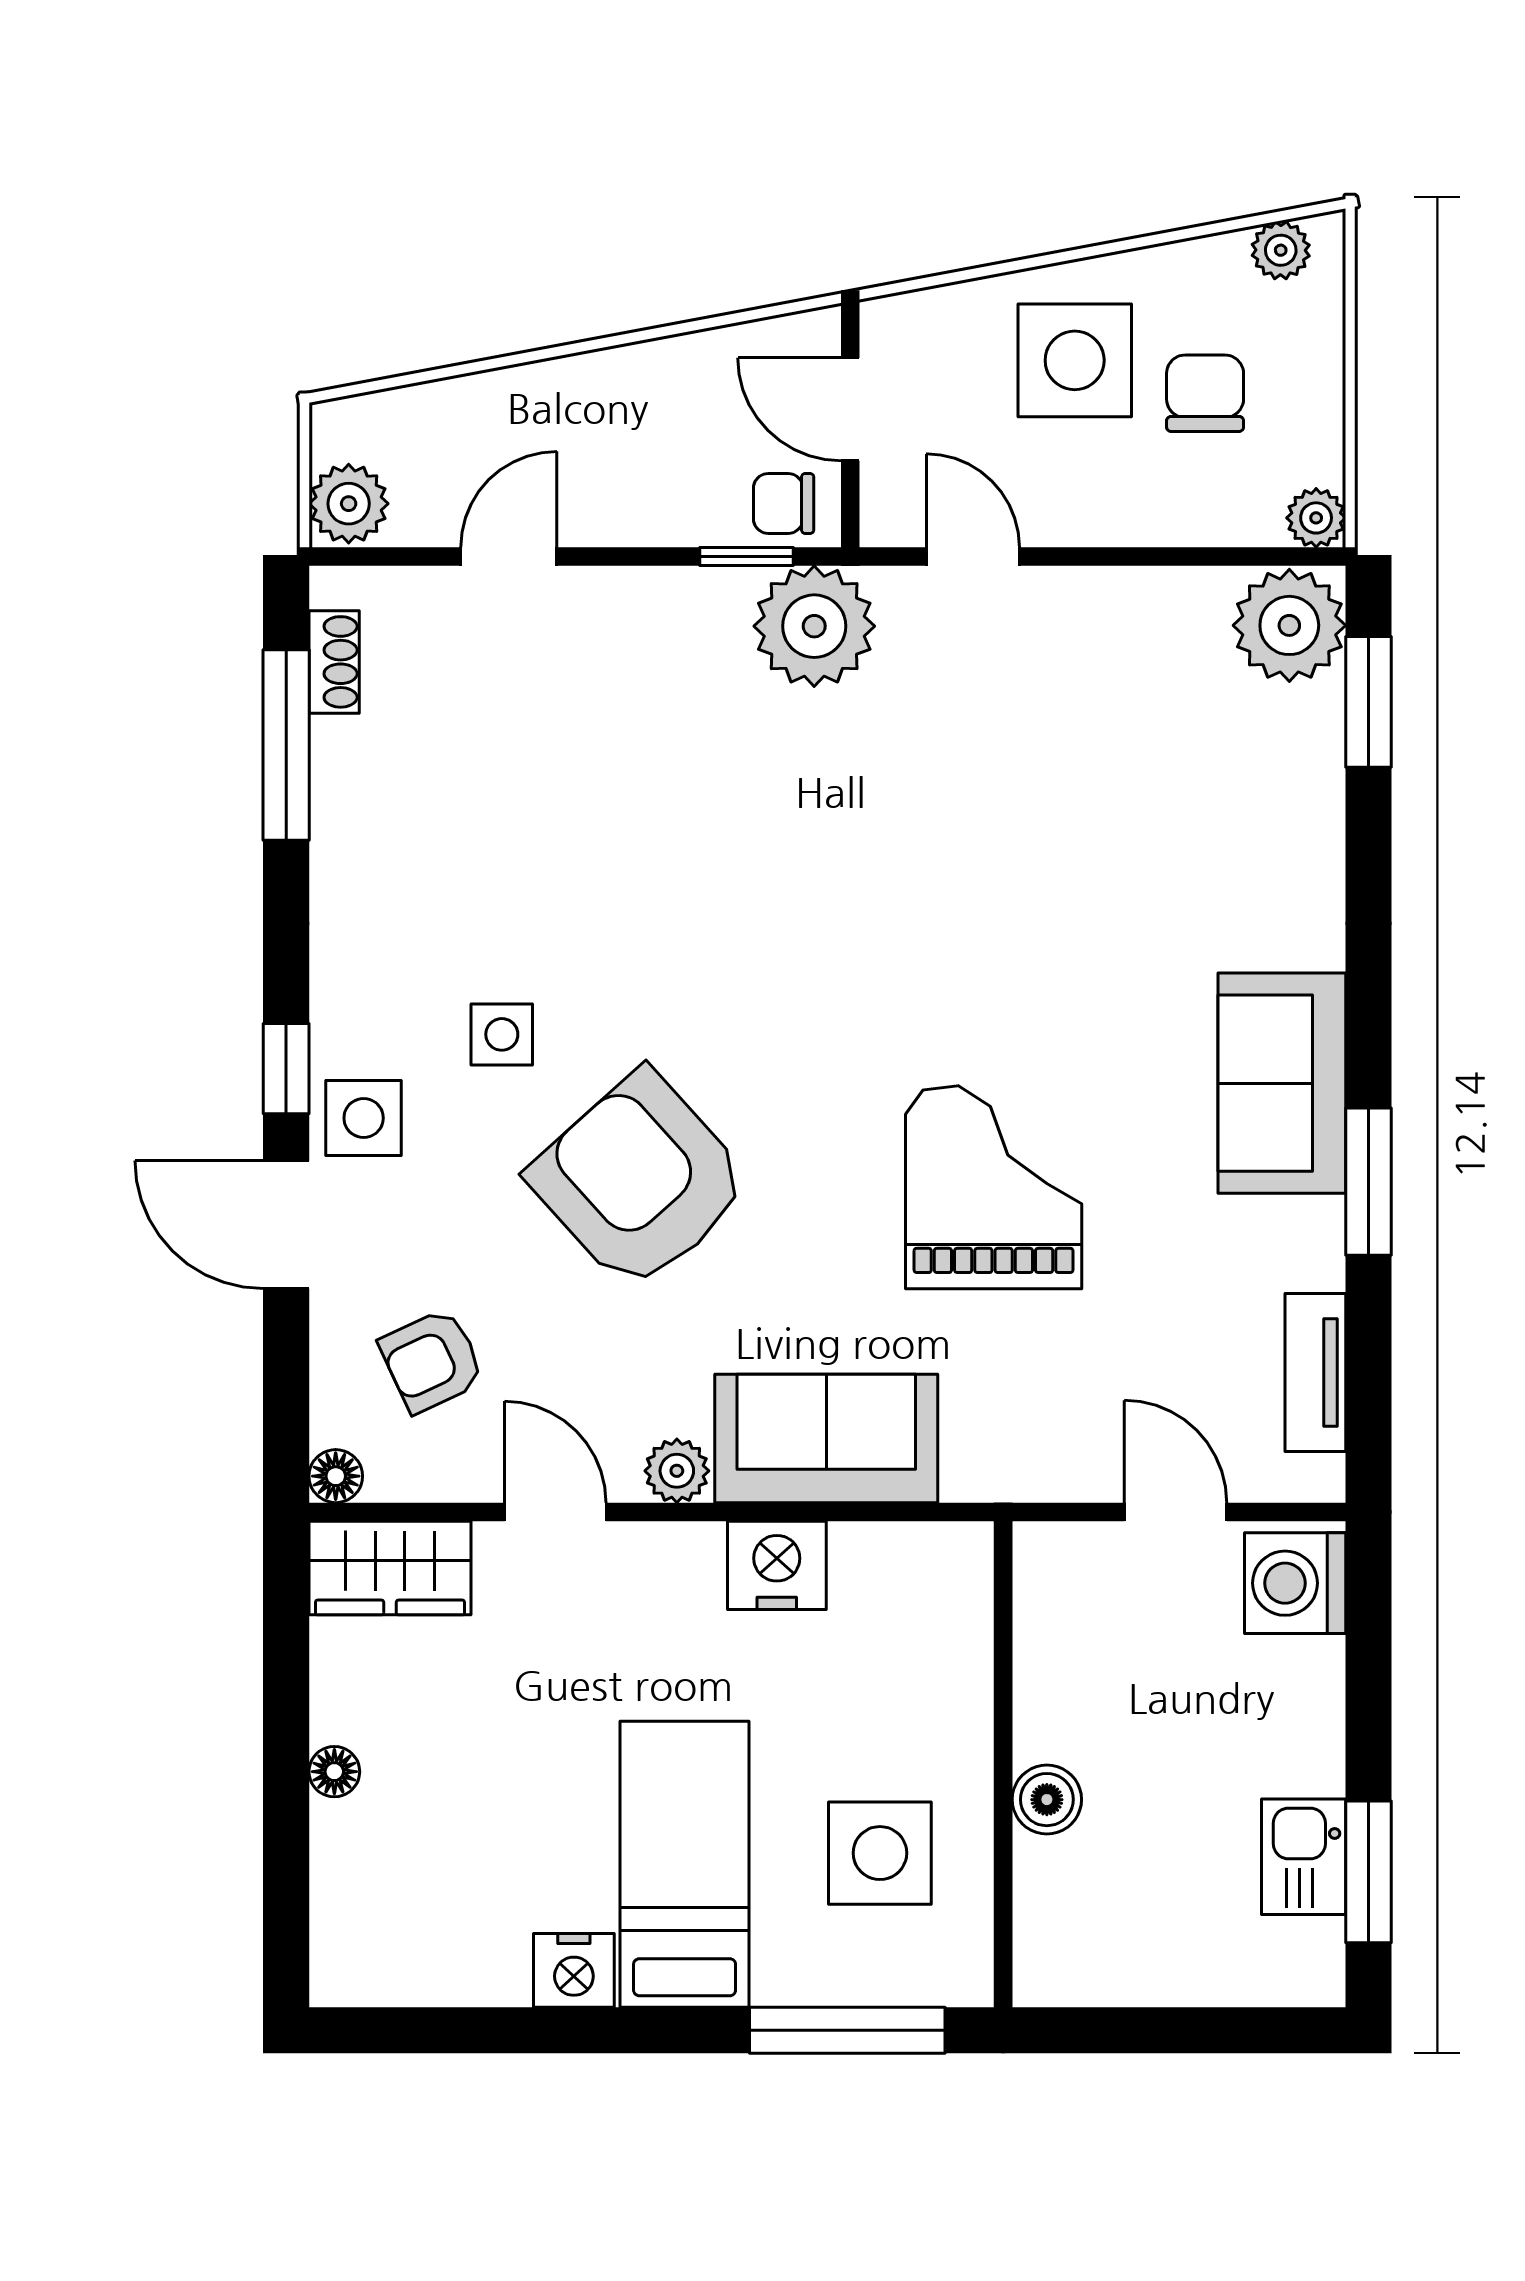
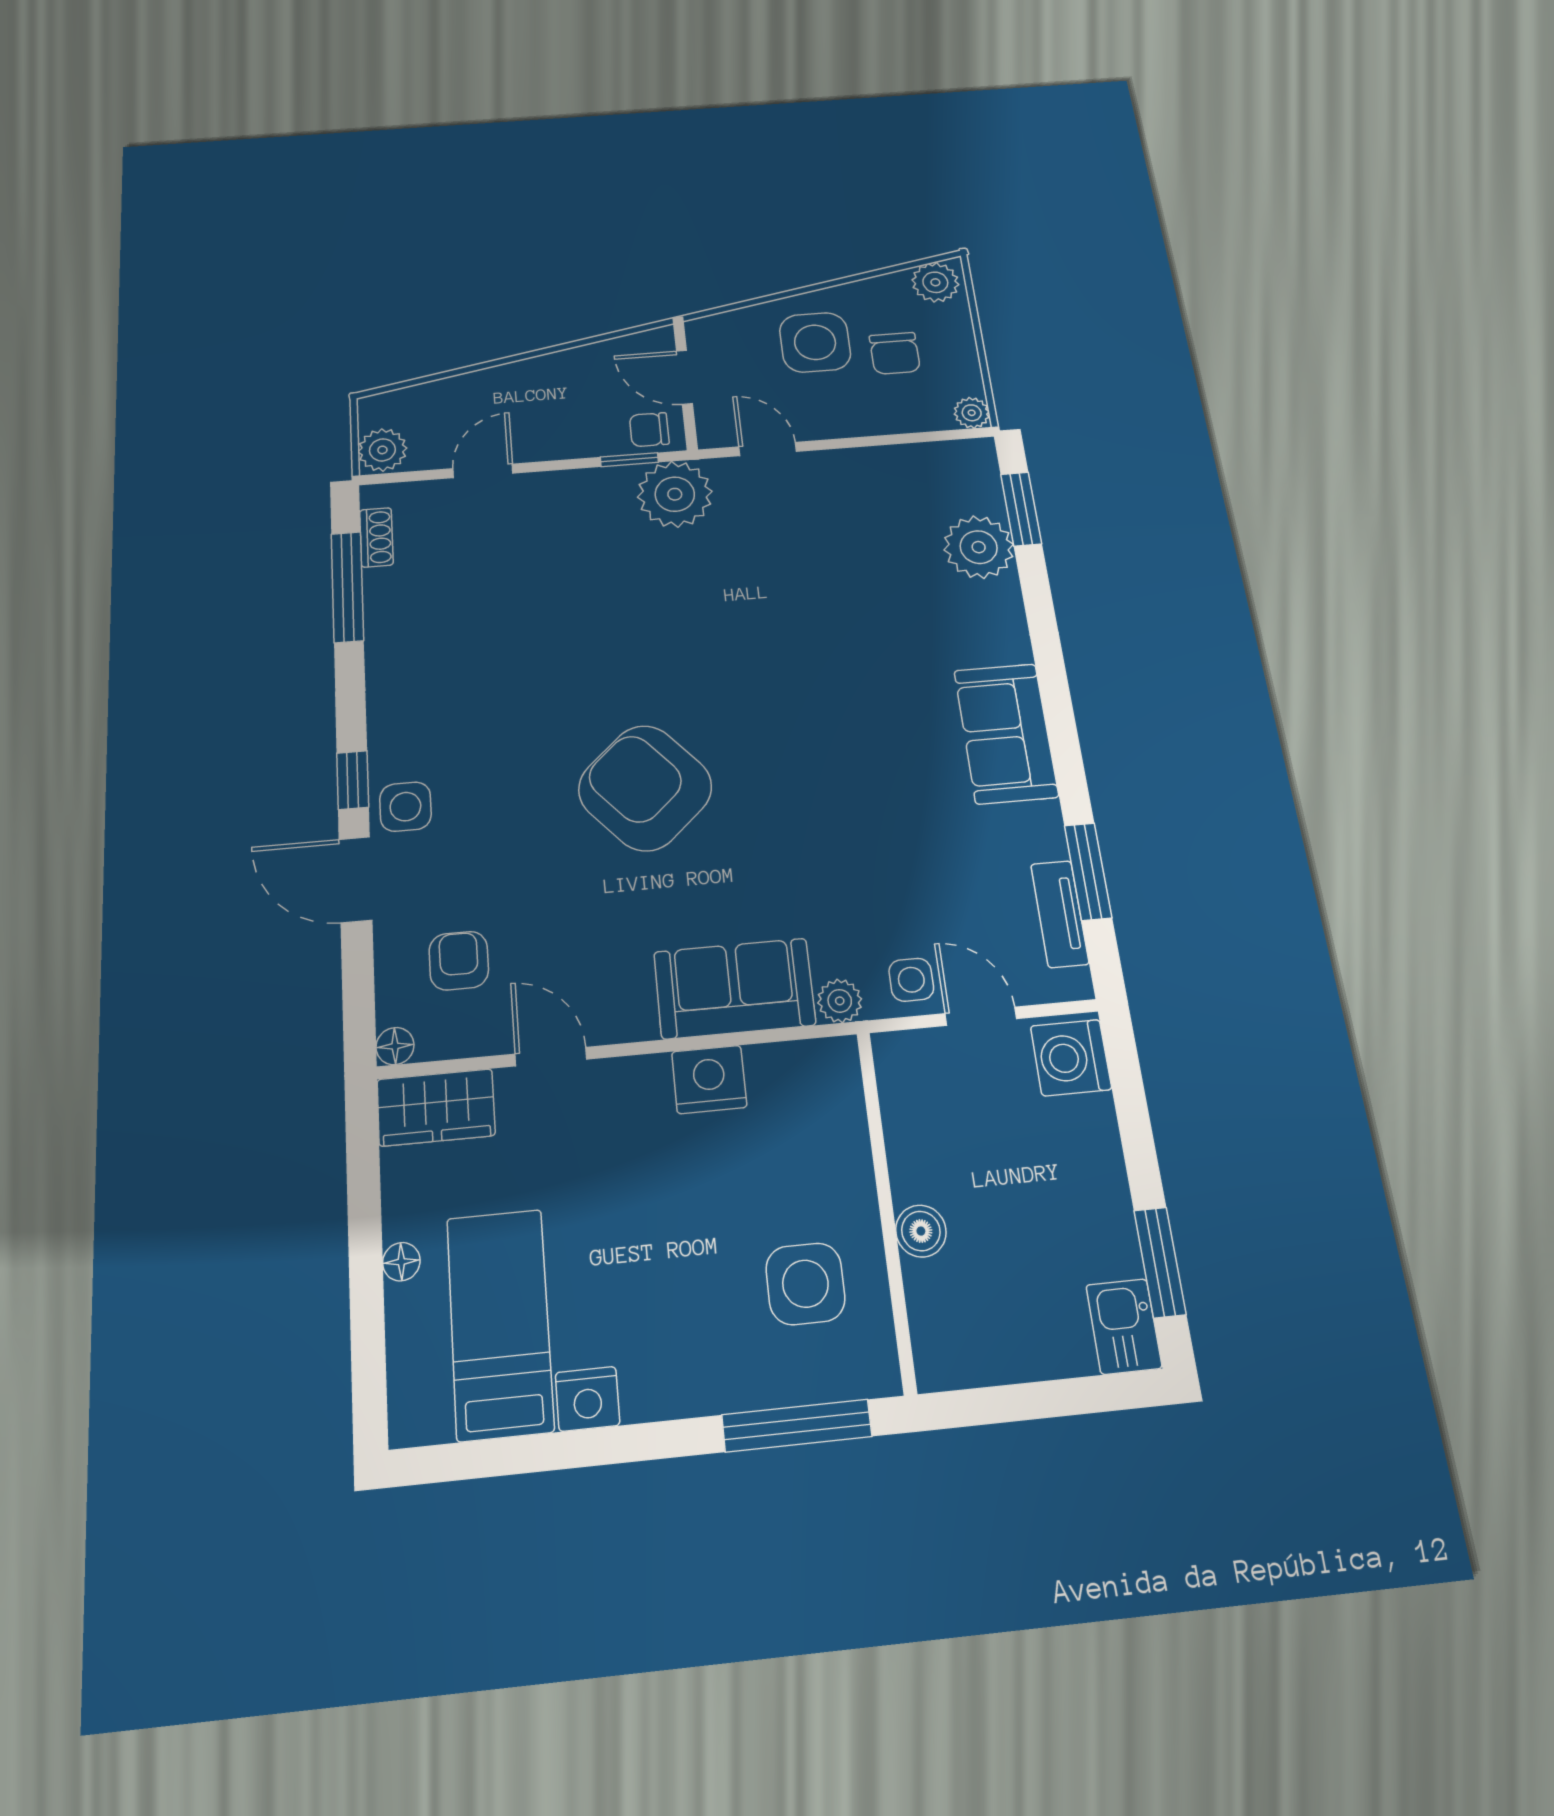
plant: (1281, 250) -> (935, 282), width x1.38, depth x1.38
chair: (1205, 393) -> (895, 353), turned 180
plant: (1289, 625) -> (979, 547), moved
side table: (502, 1034) -> (911, 980), moved
armchair: (640, 1181) -> (645, 788), moved
window: (1368, 1182) -> (1088, 872), moved
grand piano: (994, 1187) -> (828, 814), removed
armchair: (432, 1361) -> (459, 961), turned 115
plant: (677, 1471) -> (840, 1001), moved
kitchen sink: (1304, 1857) -> (1124, 1326), moved
bed: (685, 1864) -> (500, 1323), moved

